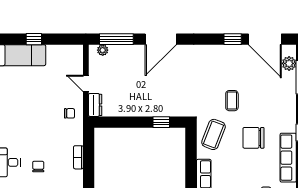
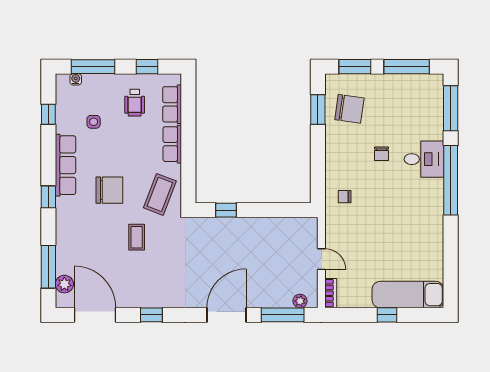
window: (233, 39) -> (151, 315), moved
dresser: (95, 105) -> (309, 232), removed
chair: (69, 113) -> (345, 197), moved
bookcase: (78, 157) -> (331, 293), moved

